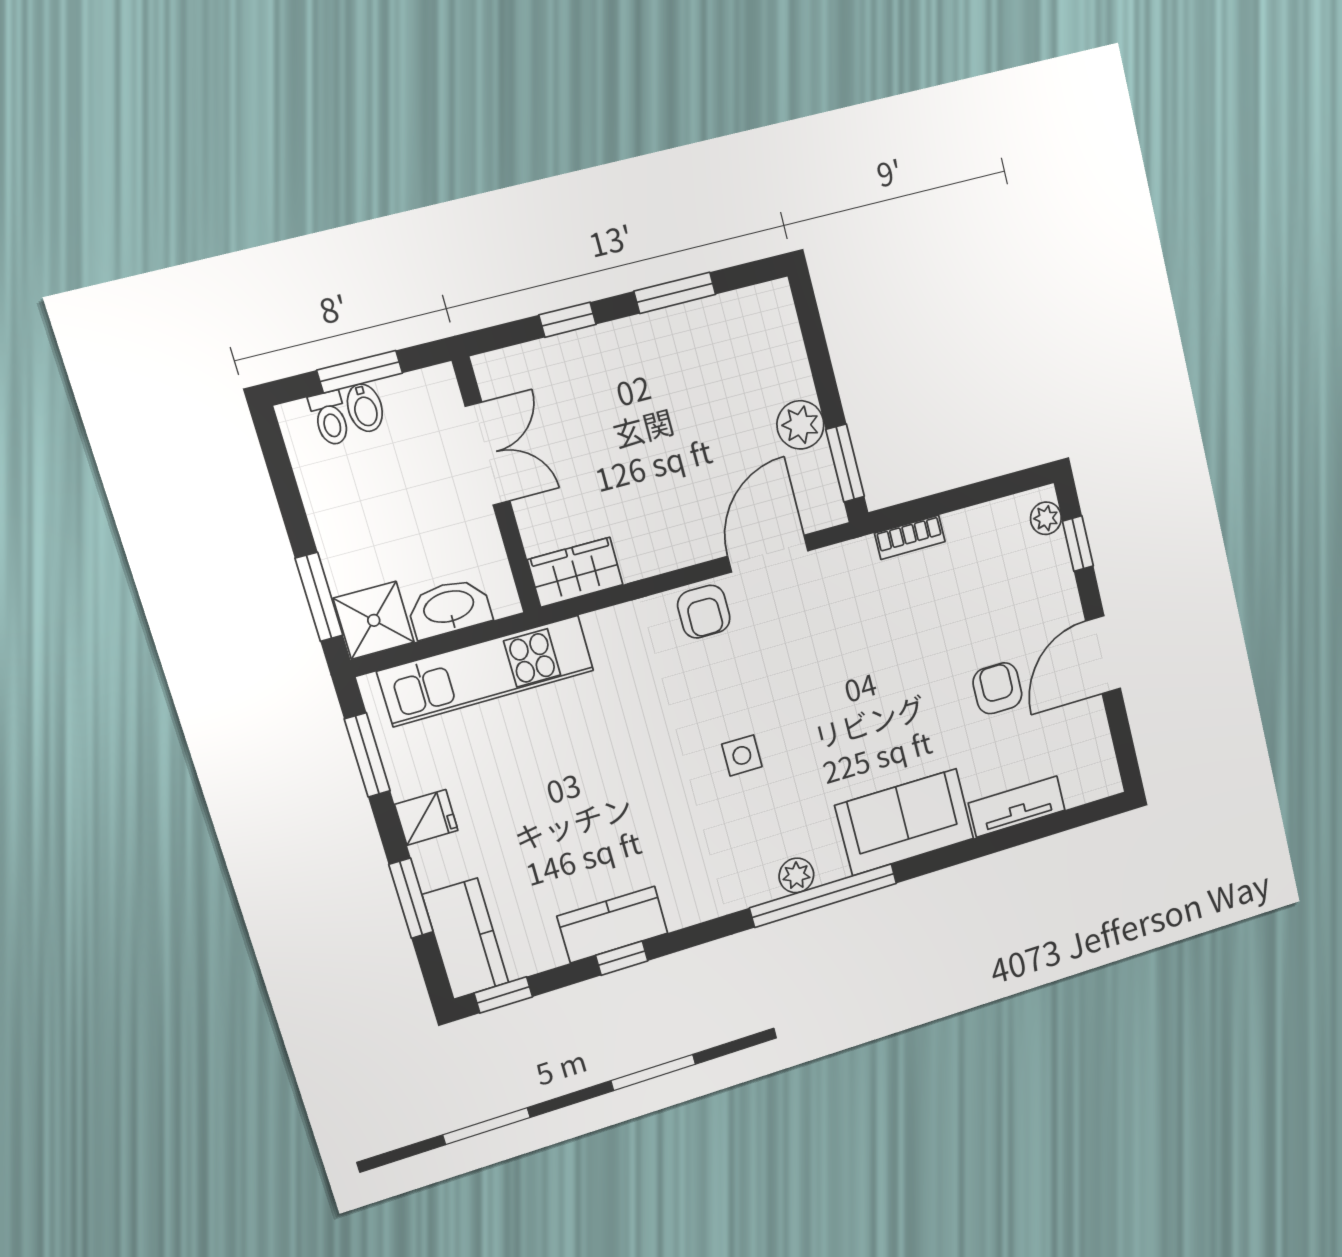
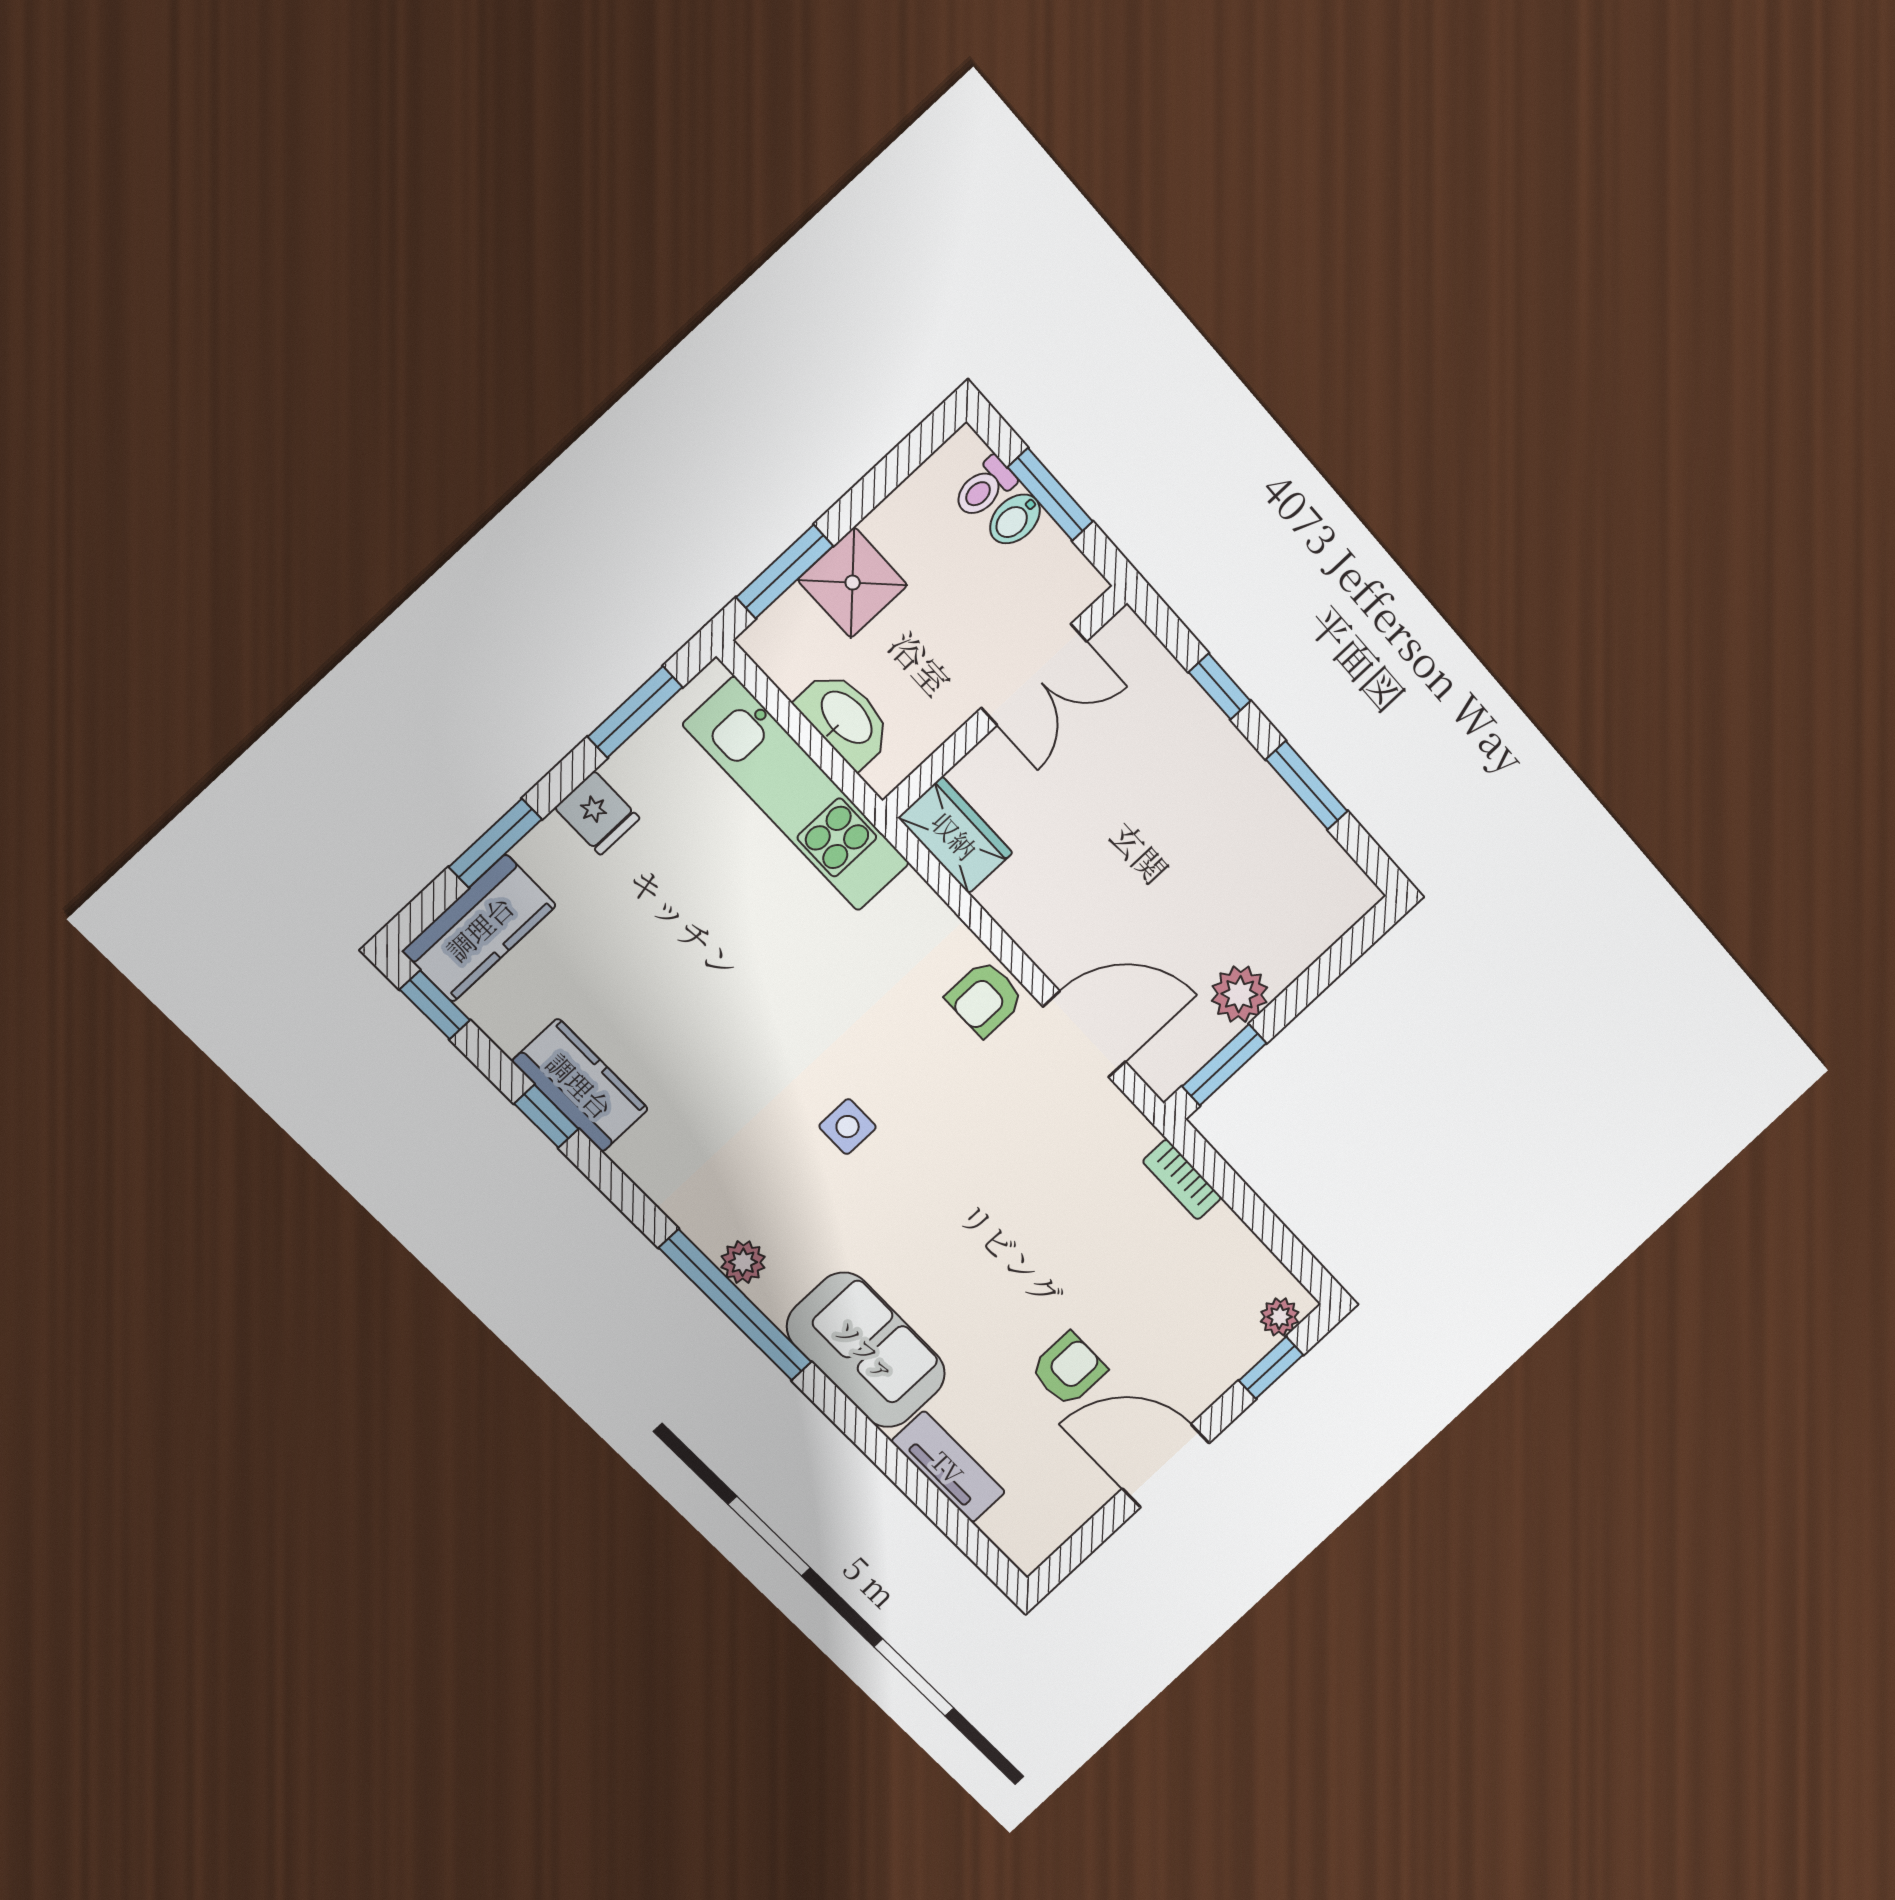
shower: (374, 620) -> (853, 583), moved

